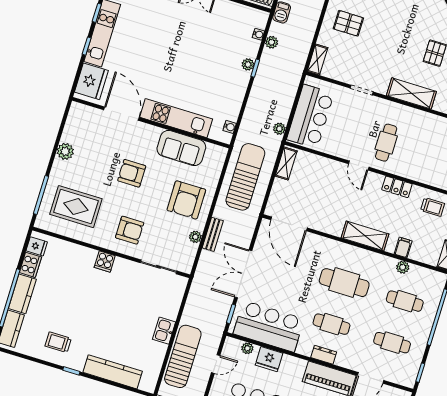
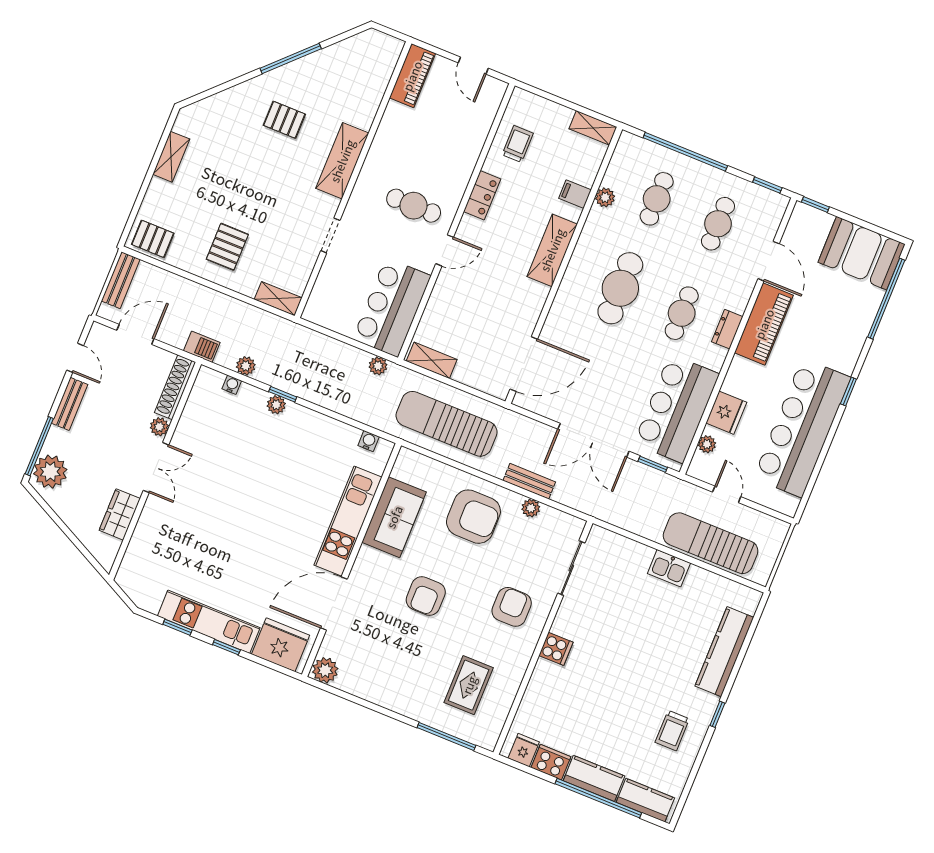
bar counter: (310, 116) -> (392, 307), moved, turned -90
plant: (65, 151) -> (325, 670), moved
rug: (76, 207) -> (469, 685), width x0.73, depth x0.70

